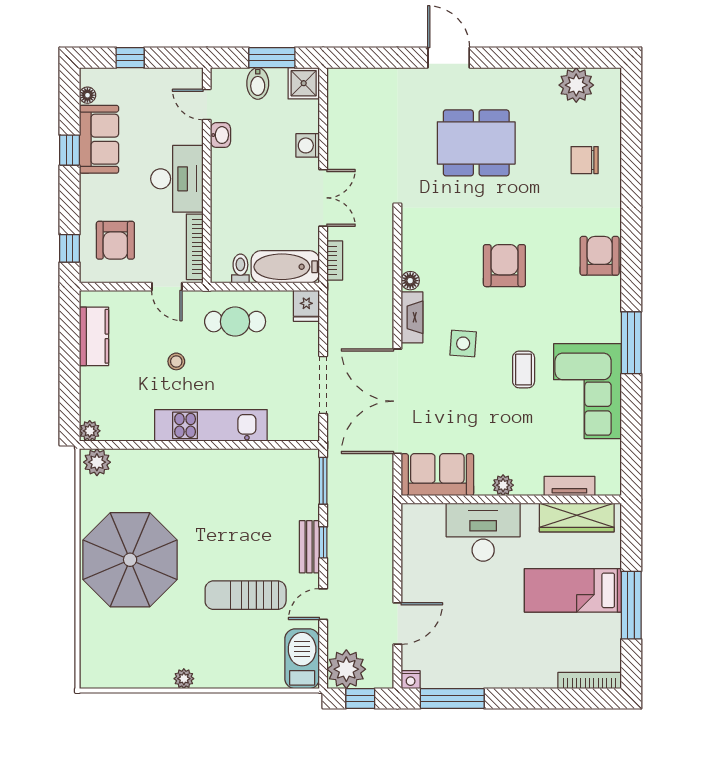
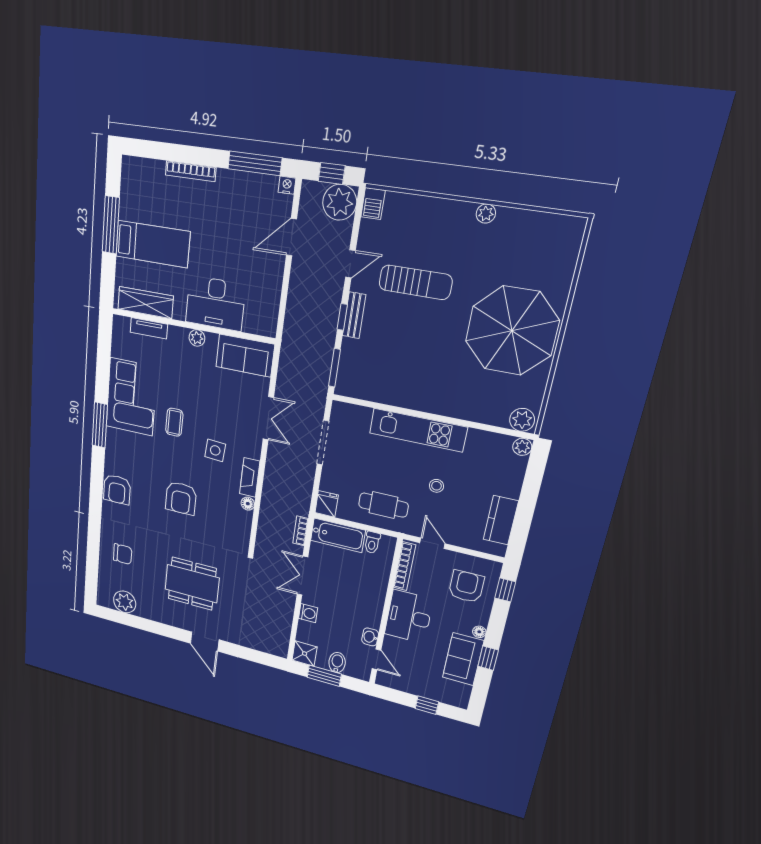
floor lamp: (87, 95) -> (479, 632), moved
double door: (397, 401) -> (268, 418), width x0.54
barbecue: (302, 659) -> (373, 204), width x0.53, depth x0.65
bookcase: (590, 681) -> (191, 171), moved

